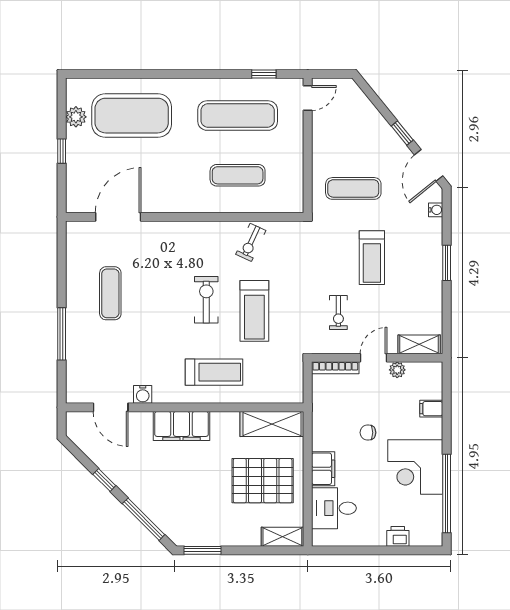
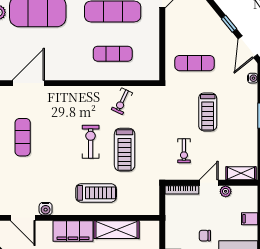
shelving: (272, 424) -> (117, 230), moved

